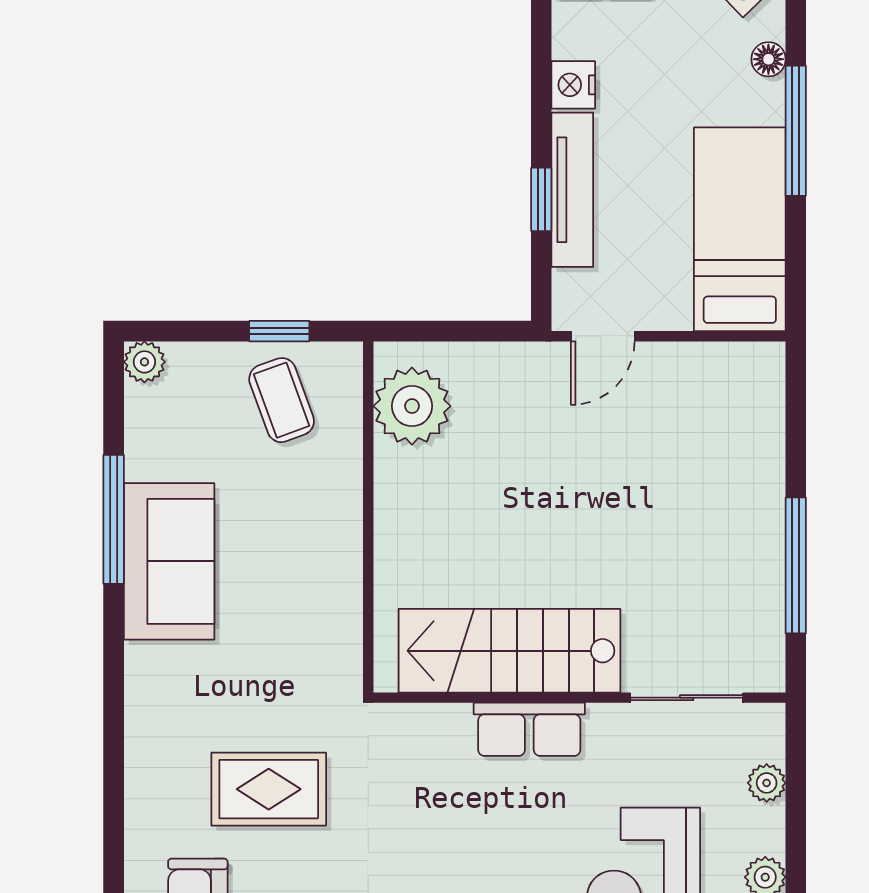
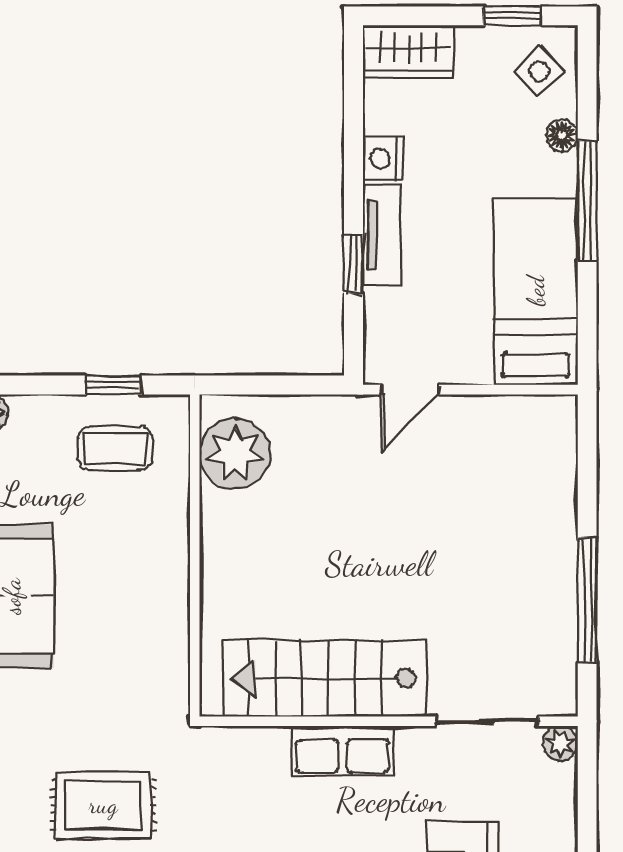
tv unit: (572, 190) -> (382, 235), width x0.71
coffee table: (282, 400) -> (115, 448), turned -70
plant: (767, 783) -> (560, 743), moved

